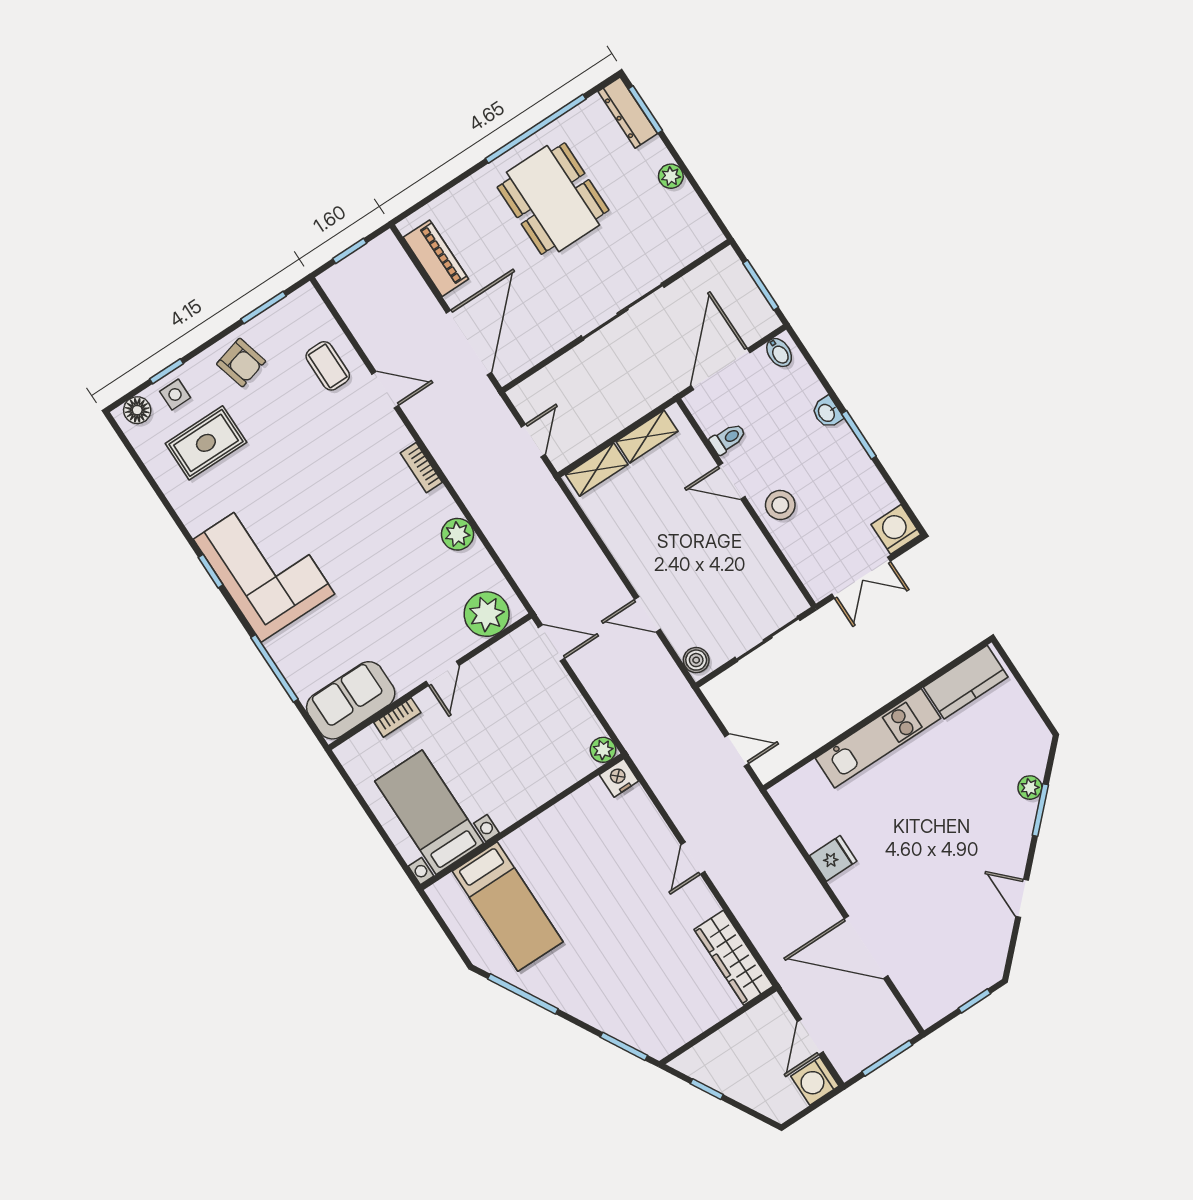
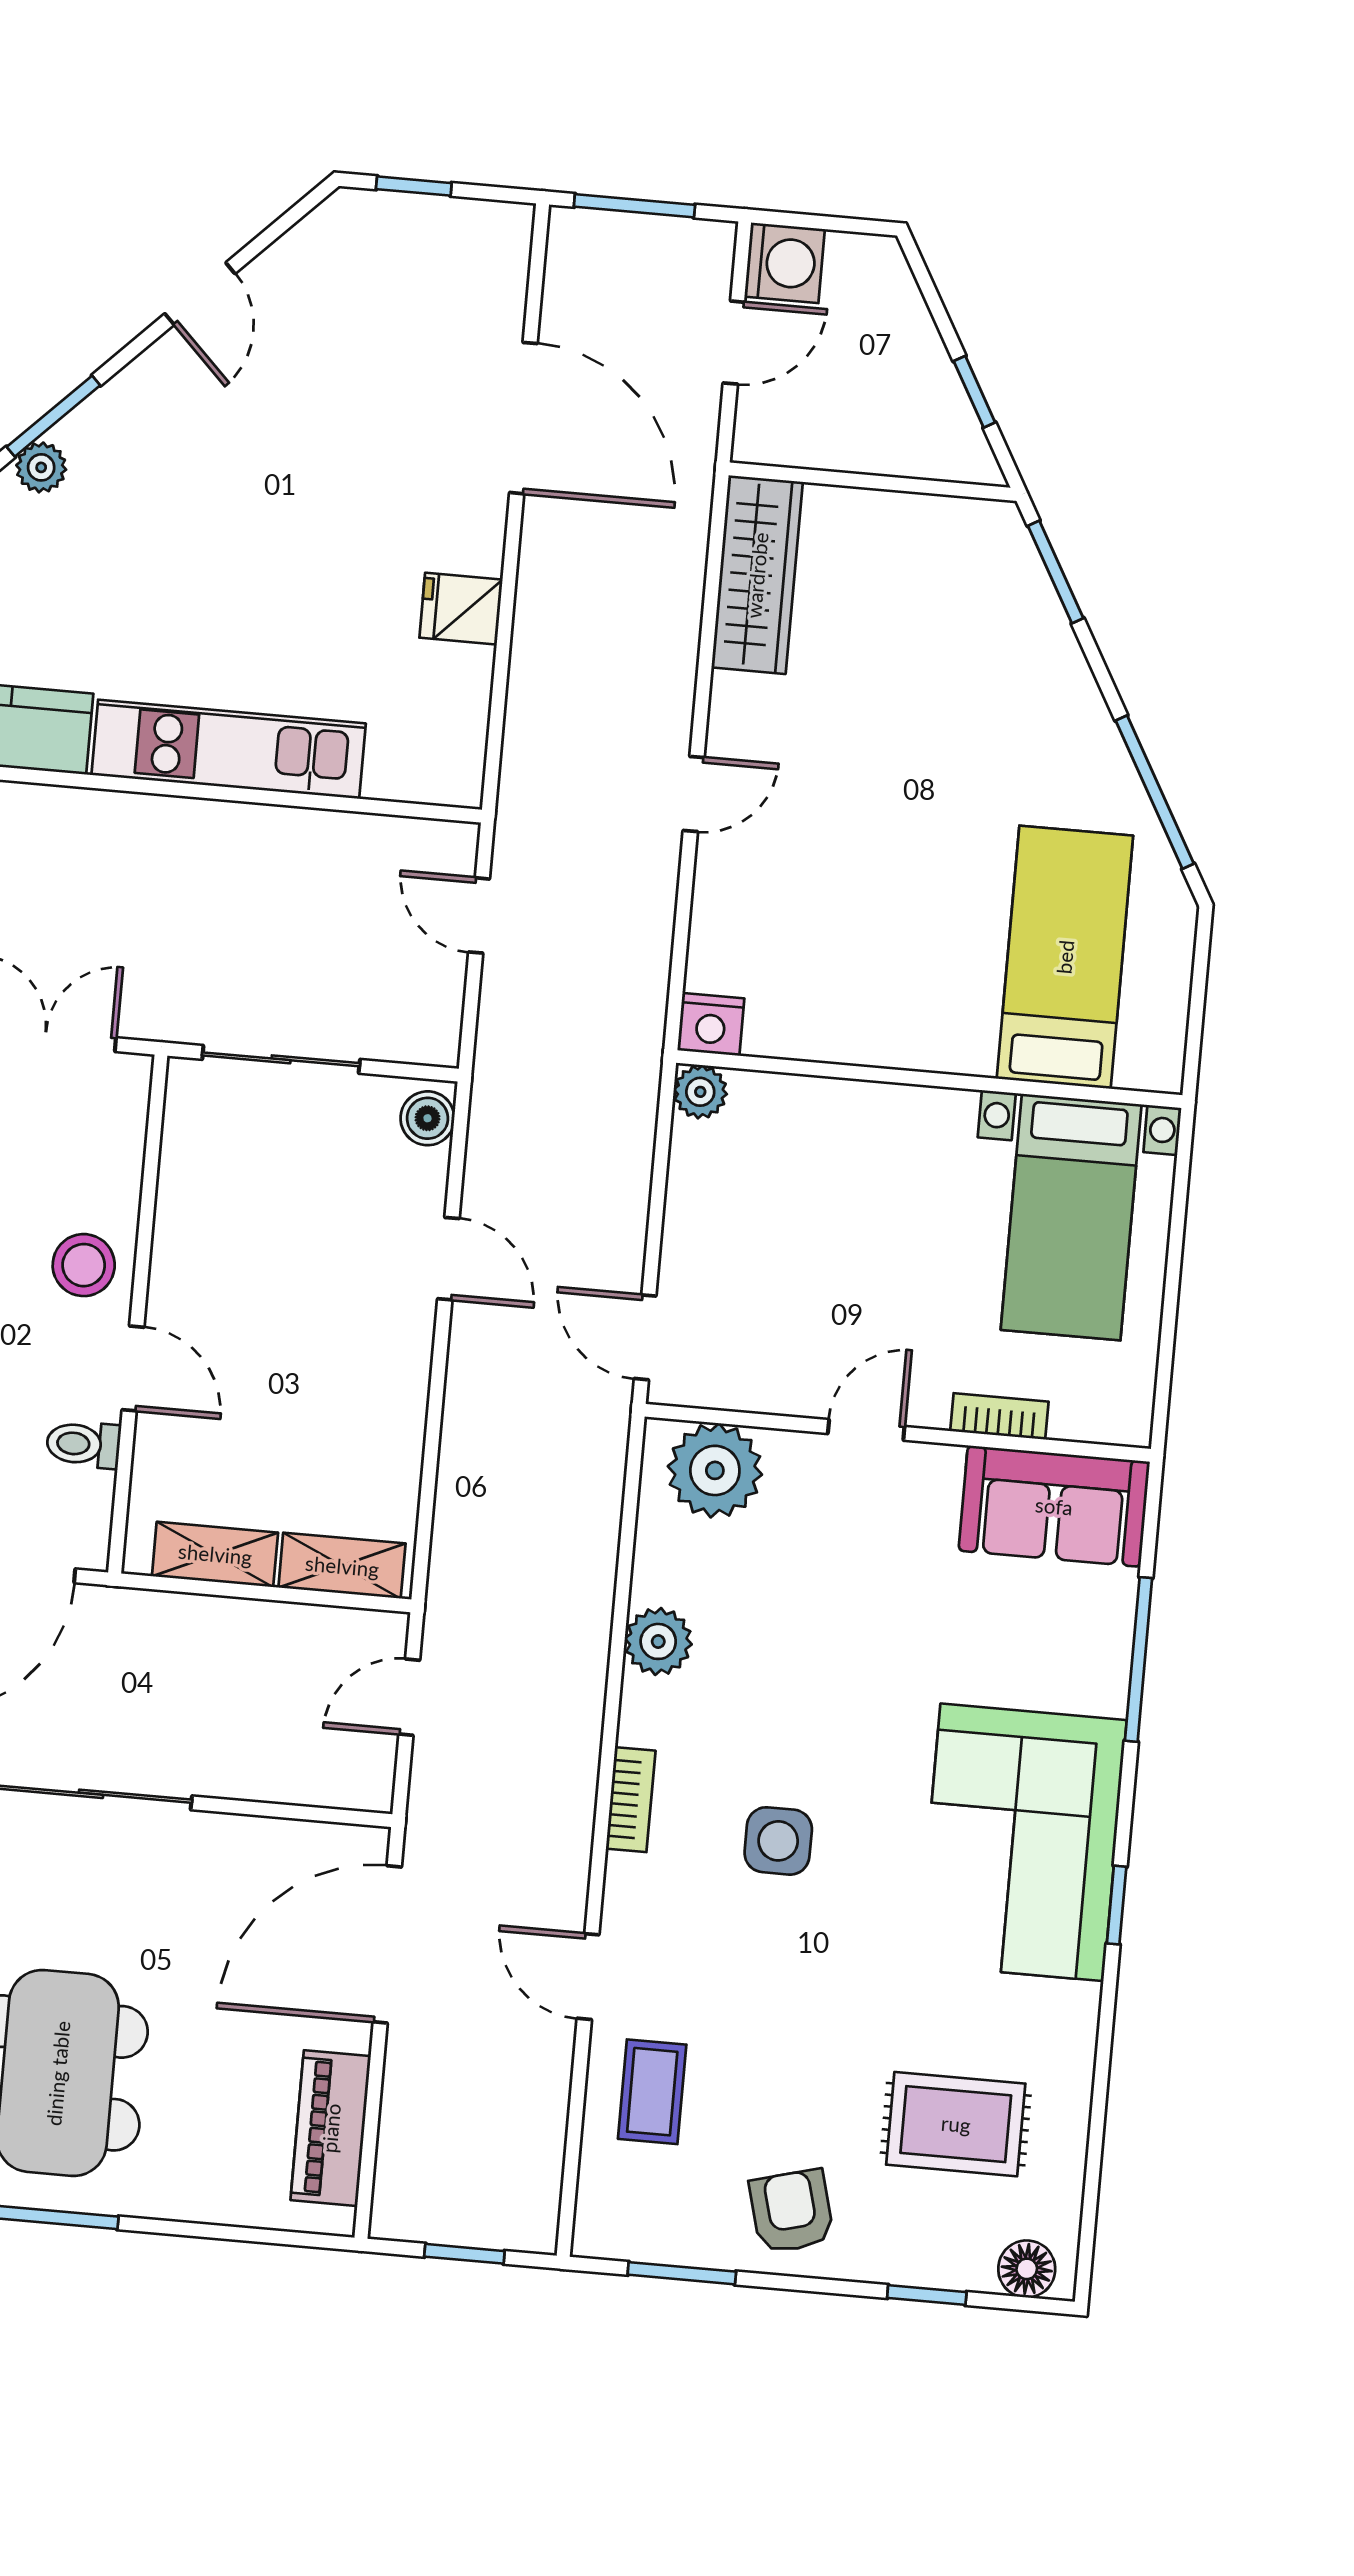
side table: (175, 394) -> (778, 1841), moved, width x1.37, depth x1.37

